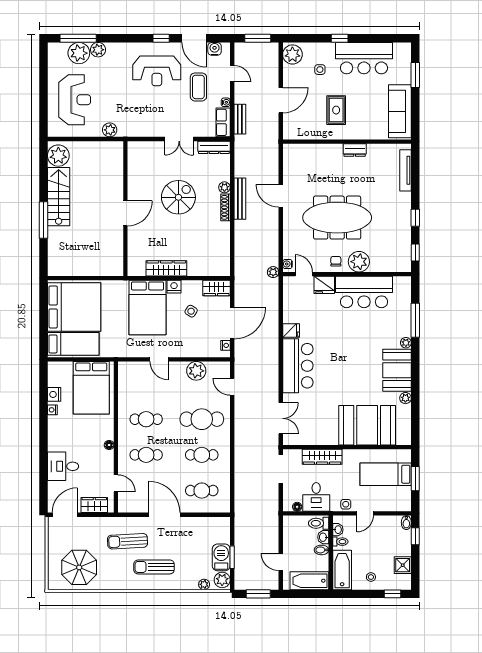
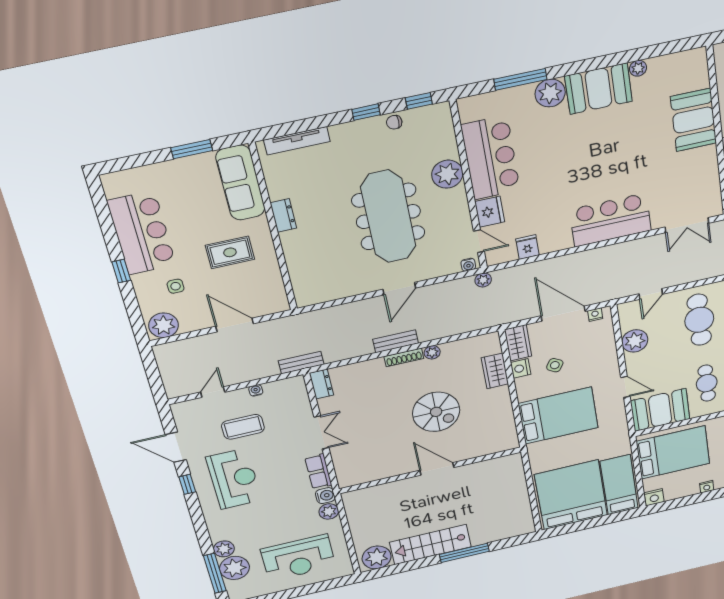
door: (194, 38) -> (176, 447), swing flipped
window: (258, 38) -> (153, 373), removed
water cooler: (215, 49) -> (325, 496), moved, turned 180
window: (415, 75) -> (192, 149), moved
reception desk: (75, 100) -> (298, 558), turned 180
sofa: (400, 111) -> (240, 183), moved, turned 90
bench: (240, 119) -> (301, 363), moved
row of seats: (223, 122) -> (318, 471), moved, turned 90
dresser: (214, 147) -> (321, 384), width x0.70
plant: (224, 187) -> (432, 352), moved
door: (281, 196) -> (399, 289), moved
spiral stairs: (178, 197) -> (436, 412), moved, turned 180
bench: (240, 199) -> (396, 341), width x0.73
chair: (336, 261) -> (394, 122), moved
wardrobe: (166, 268) -> (495, 371), moved, width x0.67
door: (304, 274) -> (479, 241), swing flipped
nightstand: (174, 287) -> (521, 368), moved
fridge: (291, 330) -> (527, 247), moved
plant: (406, 343) -> (550, 93), width x1.88, depth x1.88
door: (159, 359) -> (625, 387), hinge flipped
booth: (132, 382) -> (660, 410), added
nightstand: (54, 394) -> (654, 497), moved
double door: (281, 418) -> (687, 225), swing flipped
booth: (367, 425) -> (694, 120), width x0.73, depth x0.70

